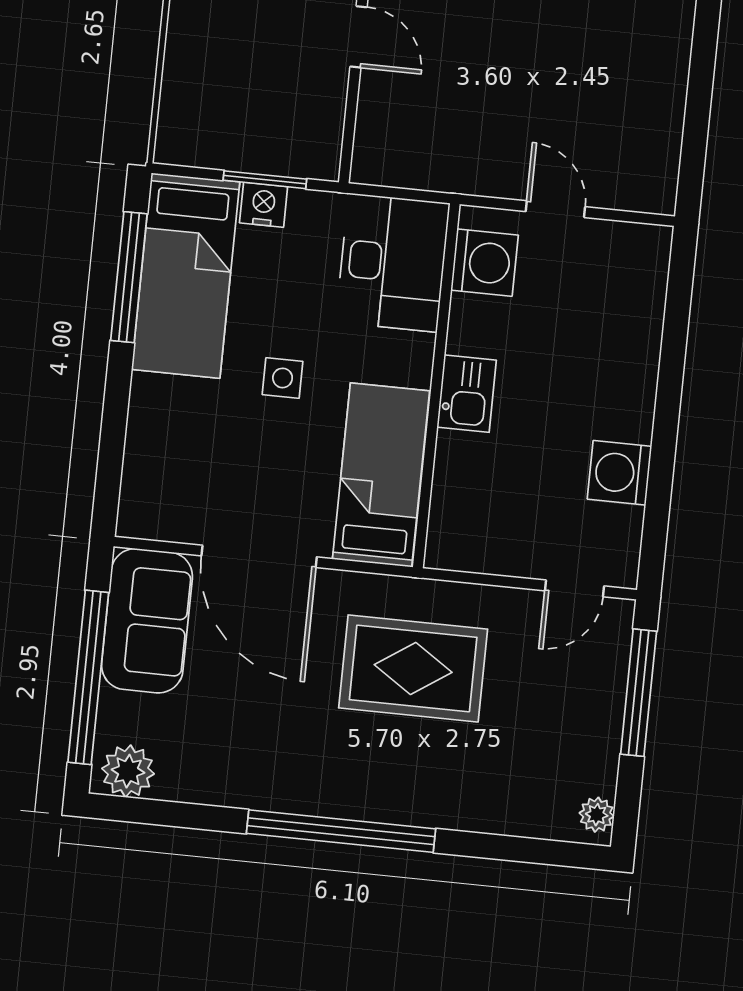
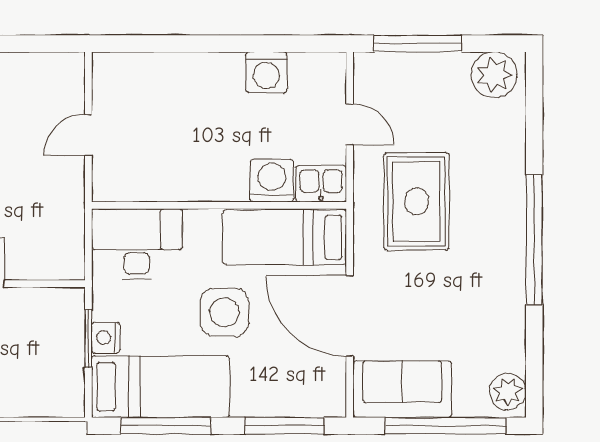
washing machine: (484, 263) -> (272, 181), moved
side table: (283, 378) -> (224, 312), width x1.87, depth x1.87
kitchen sink: (467, 394) -> (321, 184), moved
window: (112, 447) -> (285, 426), added
door: (259, 556) -> (350, 316), swing flipped
door: (575, 588) -> (350, 124), moved
plant: (597, 815) -> (494, 75), width x1.87, depth x1.87

